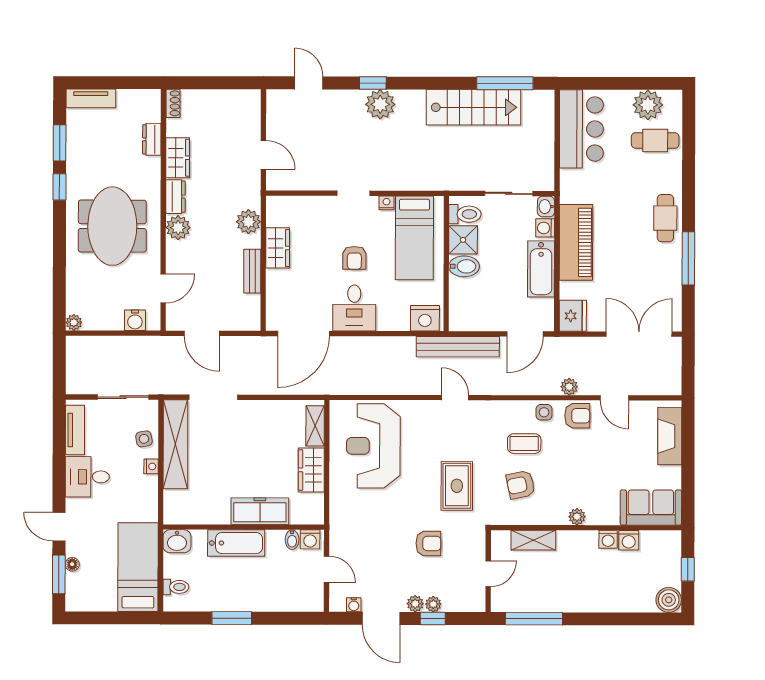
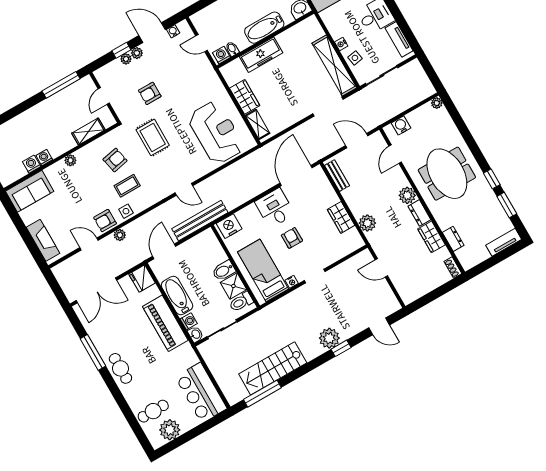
bench: (252, 271) -> (337, 176), moved

